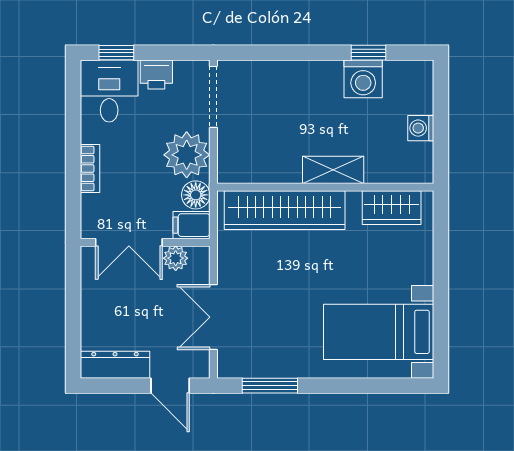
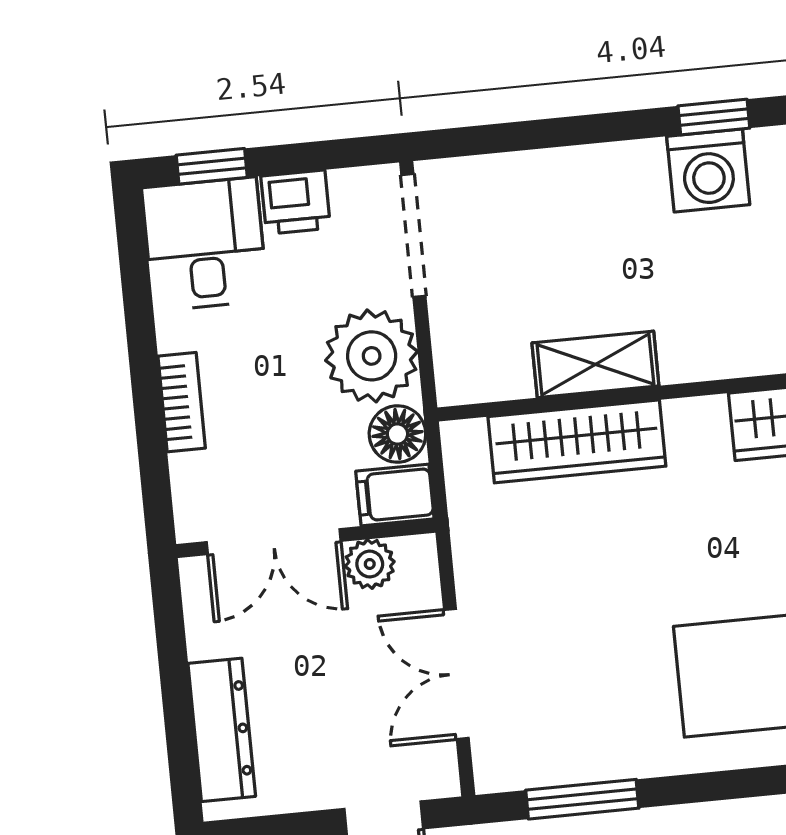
shelving: (333, 170) -> (595, 364), moved
wardrobe: (285, 210) -> (577, 441), width x0.71, depth x0.85
dresser: (115, 365) -> (222, 730), moved, turned 90

